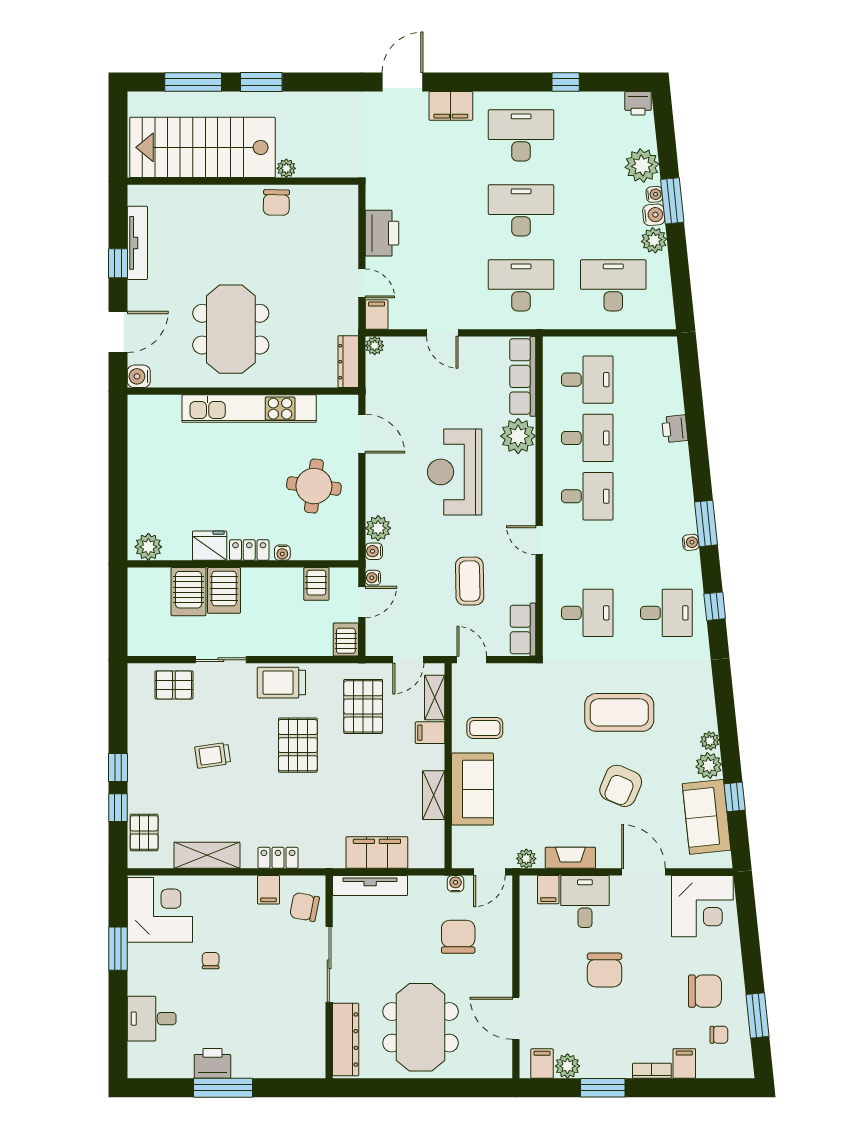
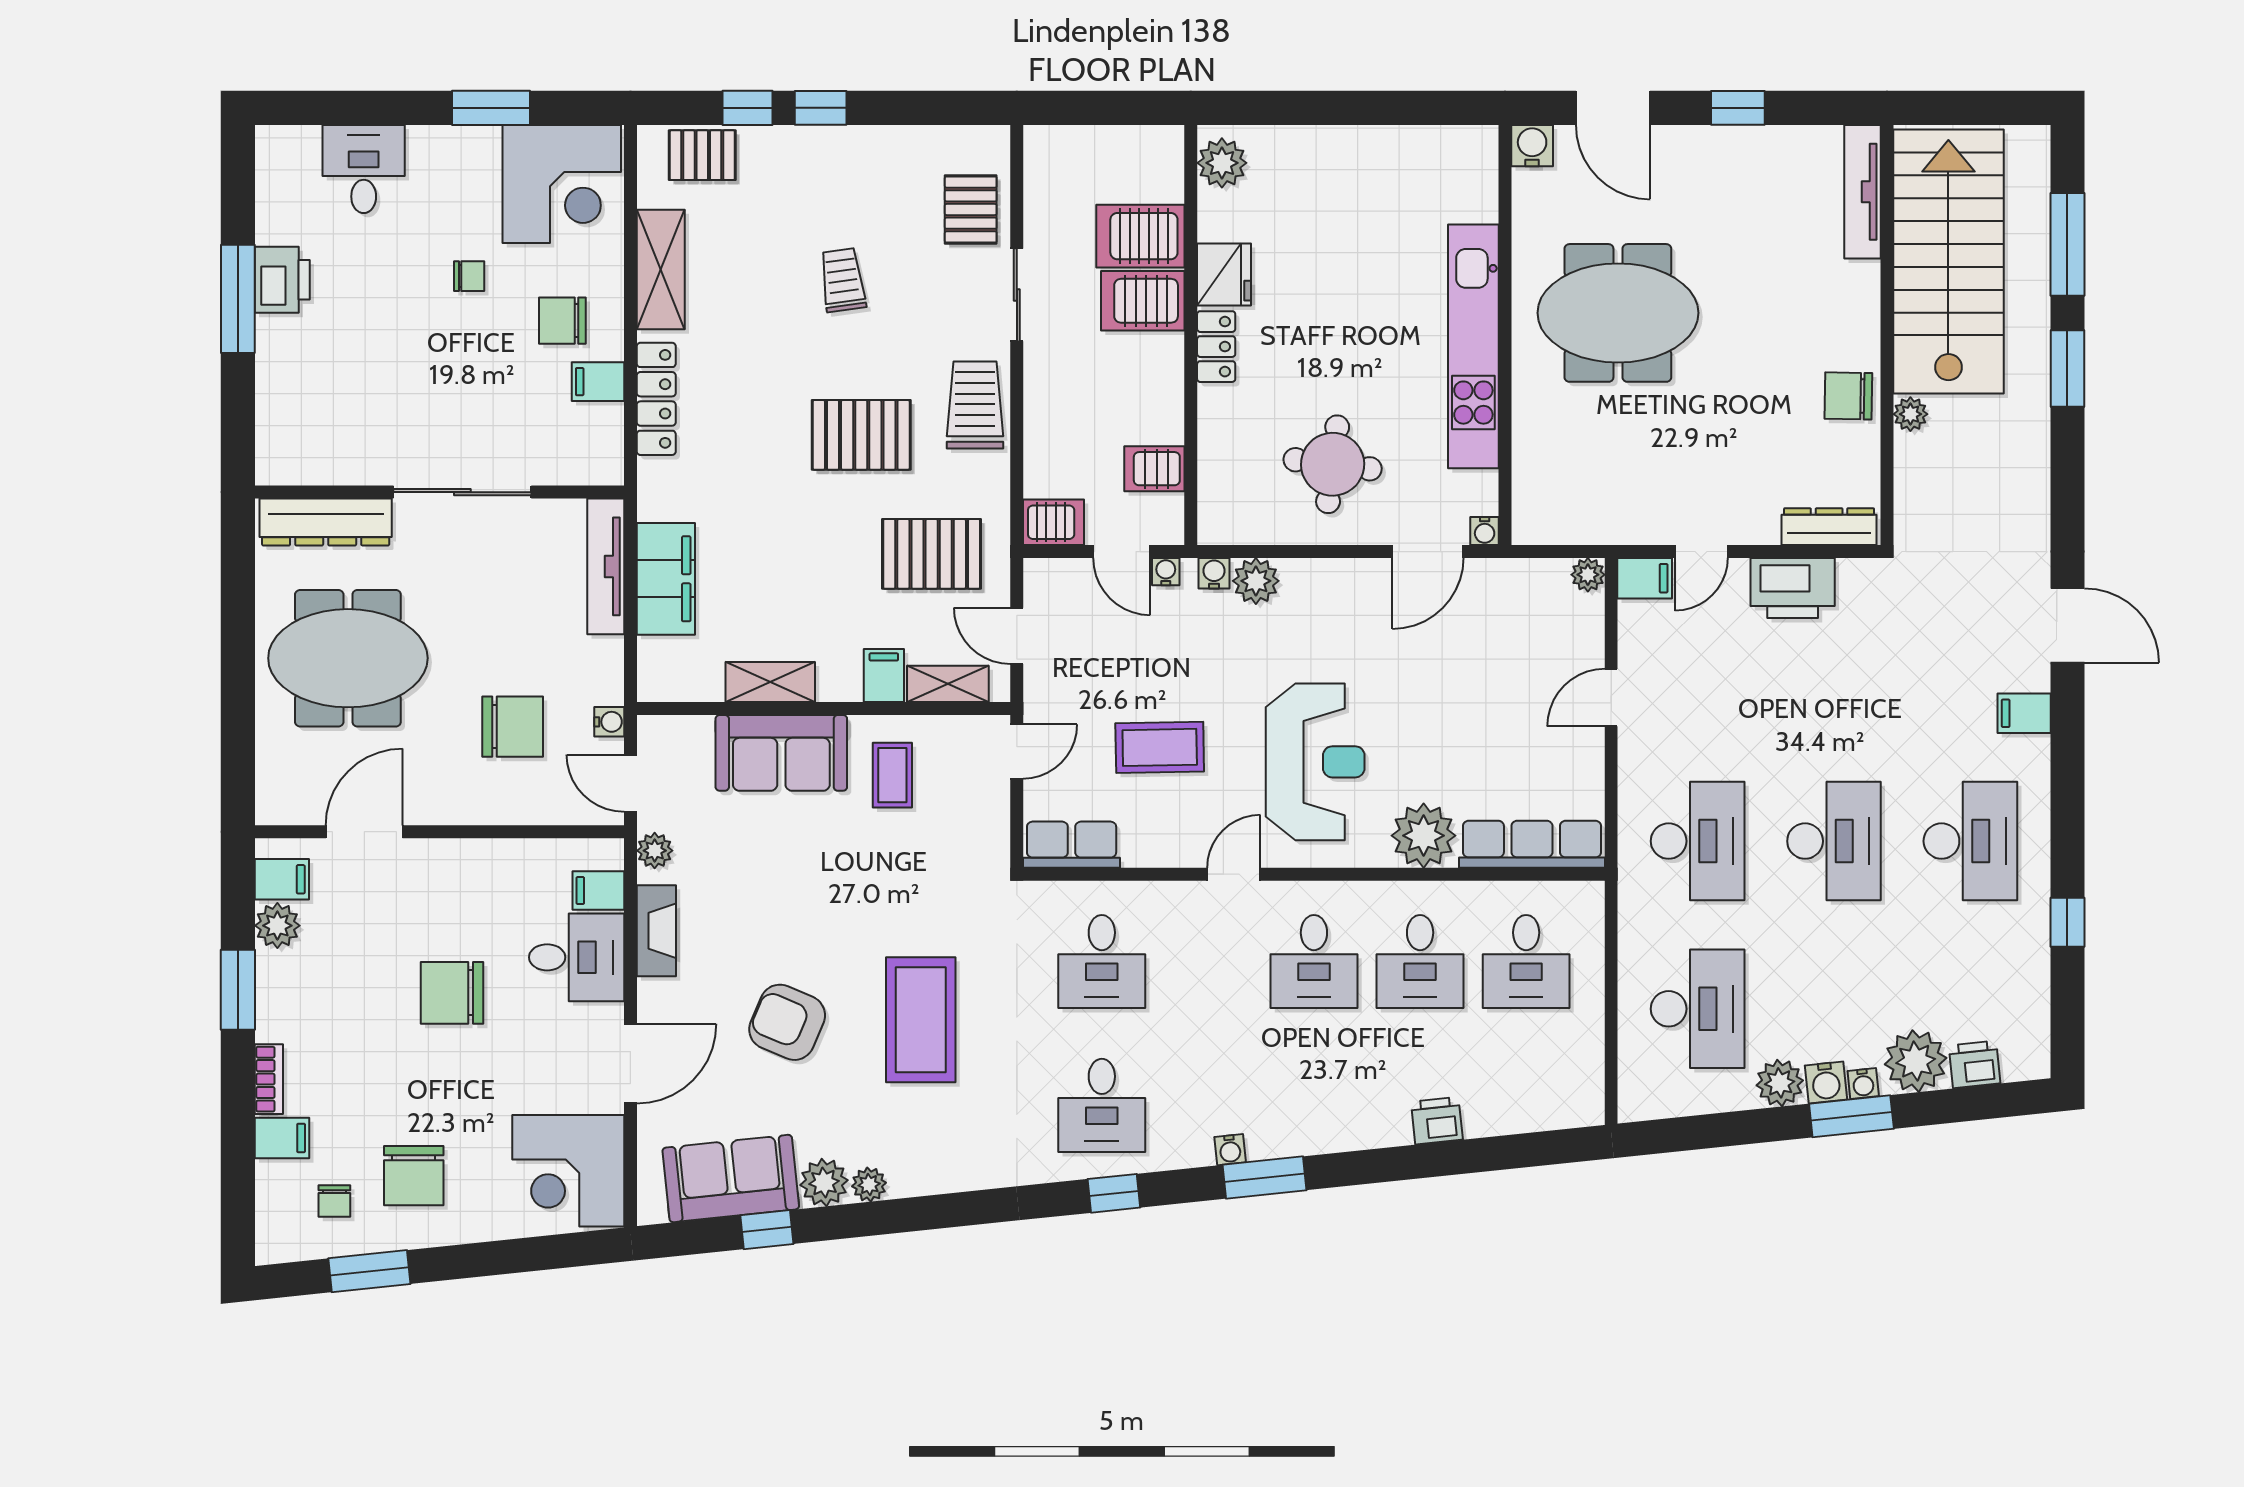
printer: (638, 103) -> (1975, 1064), moved, turned 84
filing cabinet: (451, 106) -> (2024, 713), width x0.50
tv unit: (137, 243) -> (1863, 192), moved, turned 90
dresser: (348, 362) -> (1829, 527), moved
reception desk: (455, 472) -> (1315, 762), moved, turned 90
water cooler: (282, 553) -> (1485, 531), moved, turned -90
locker: (278, 858) -> (656, 399), width x1.53
chair: (305, 907) -> (562, 321), moved, turned -101

